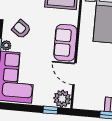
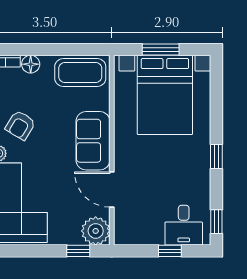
armchair: (21, 29) -> (20, 125), turned -95

